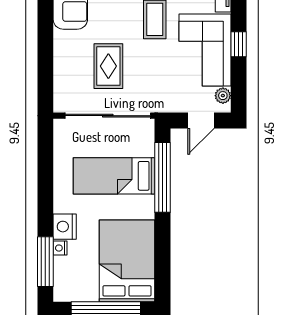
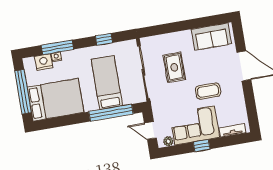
rug: (108, 66) -> (174, 67), turned 90
window: (45, 169) -> (104, 39), added
nightstand: (65, 227) -> (44, 62), moved
window: (45, 262) -> (57, 47), moved

